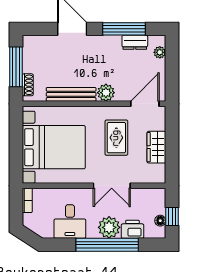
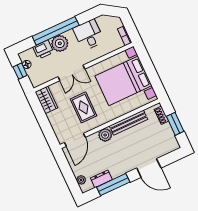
window: (16, 67) -> (175, 124), width x0.69
wardrobe: (156, 147) -> (46, 100), moved
double door: (112, 186) -> (71, 73), swing flipped

